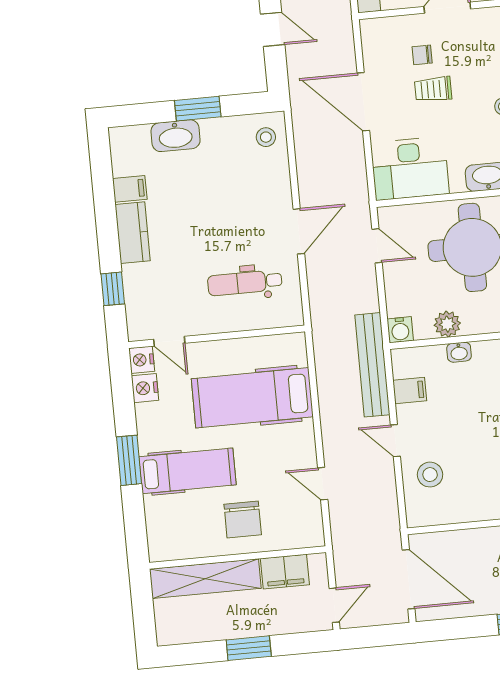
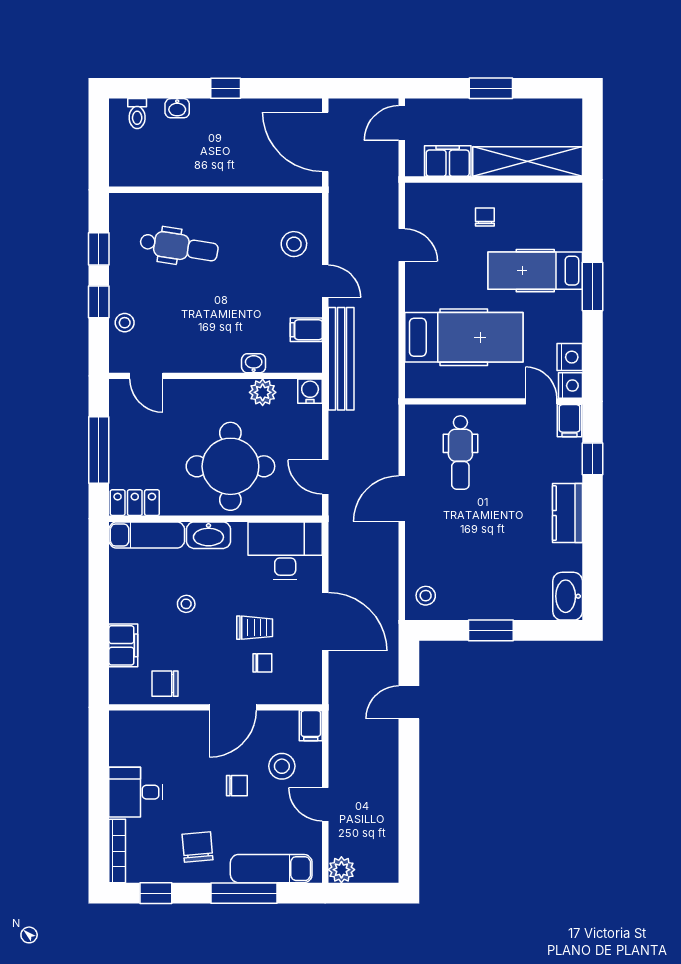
door: (273, 29) -> (409, 702), hinge flipped
washbasin: (176, 136) -> (568, 596), moved, turned -90
filing cabinet: (130, 189) -> (569, 421), moved, turned -90
dental chair: (245, 283) -> (460, 453), turned 90
chair: (243, 519) -> (485, 217), width x0.54, depth x0.54

